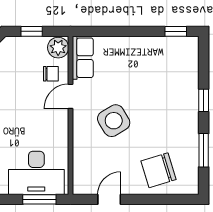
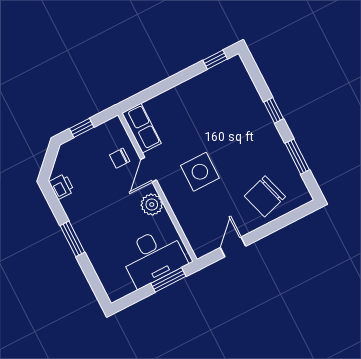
plant: (58, 48) -> (152, 205), moved
chair: (51, 74) -> (120, 158), turned 180
side table: (114, 121) -> (200, 172), turned 31

